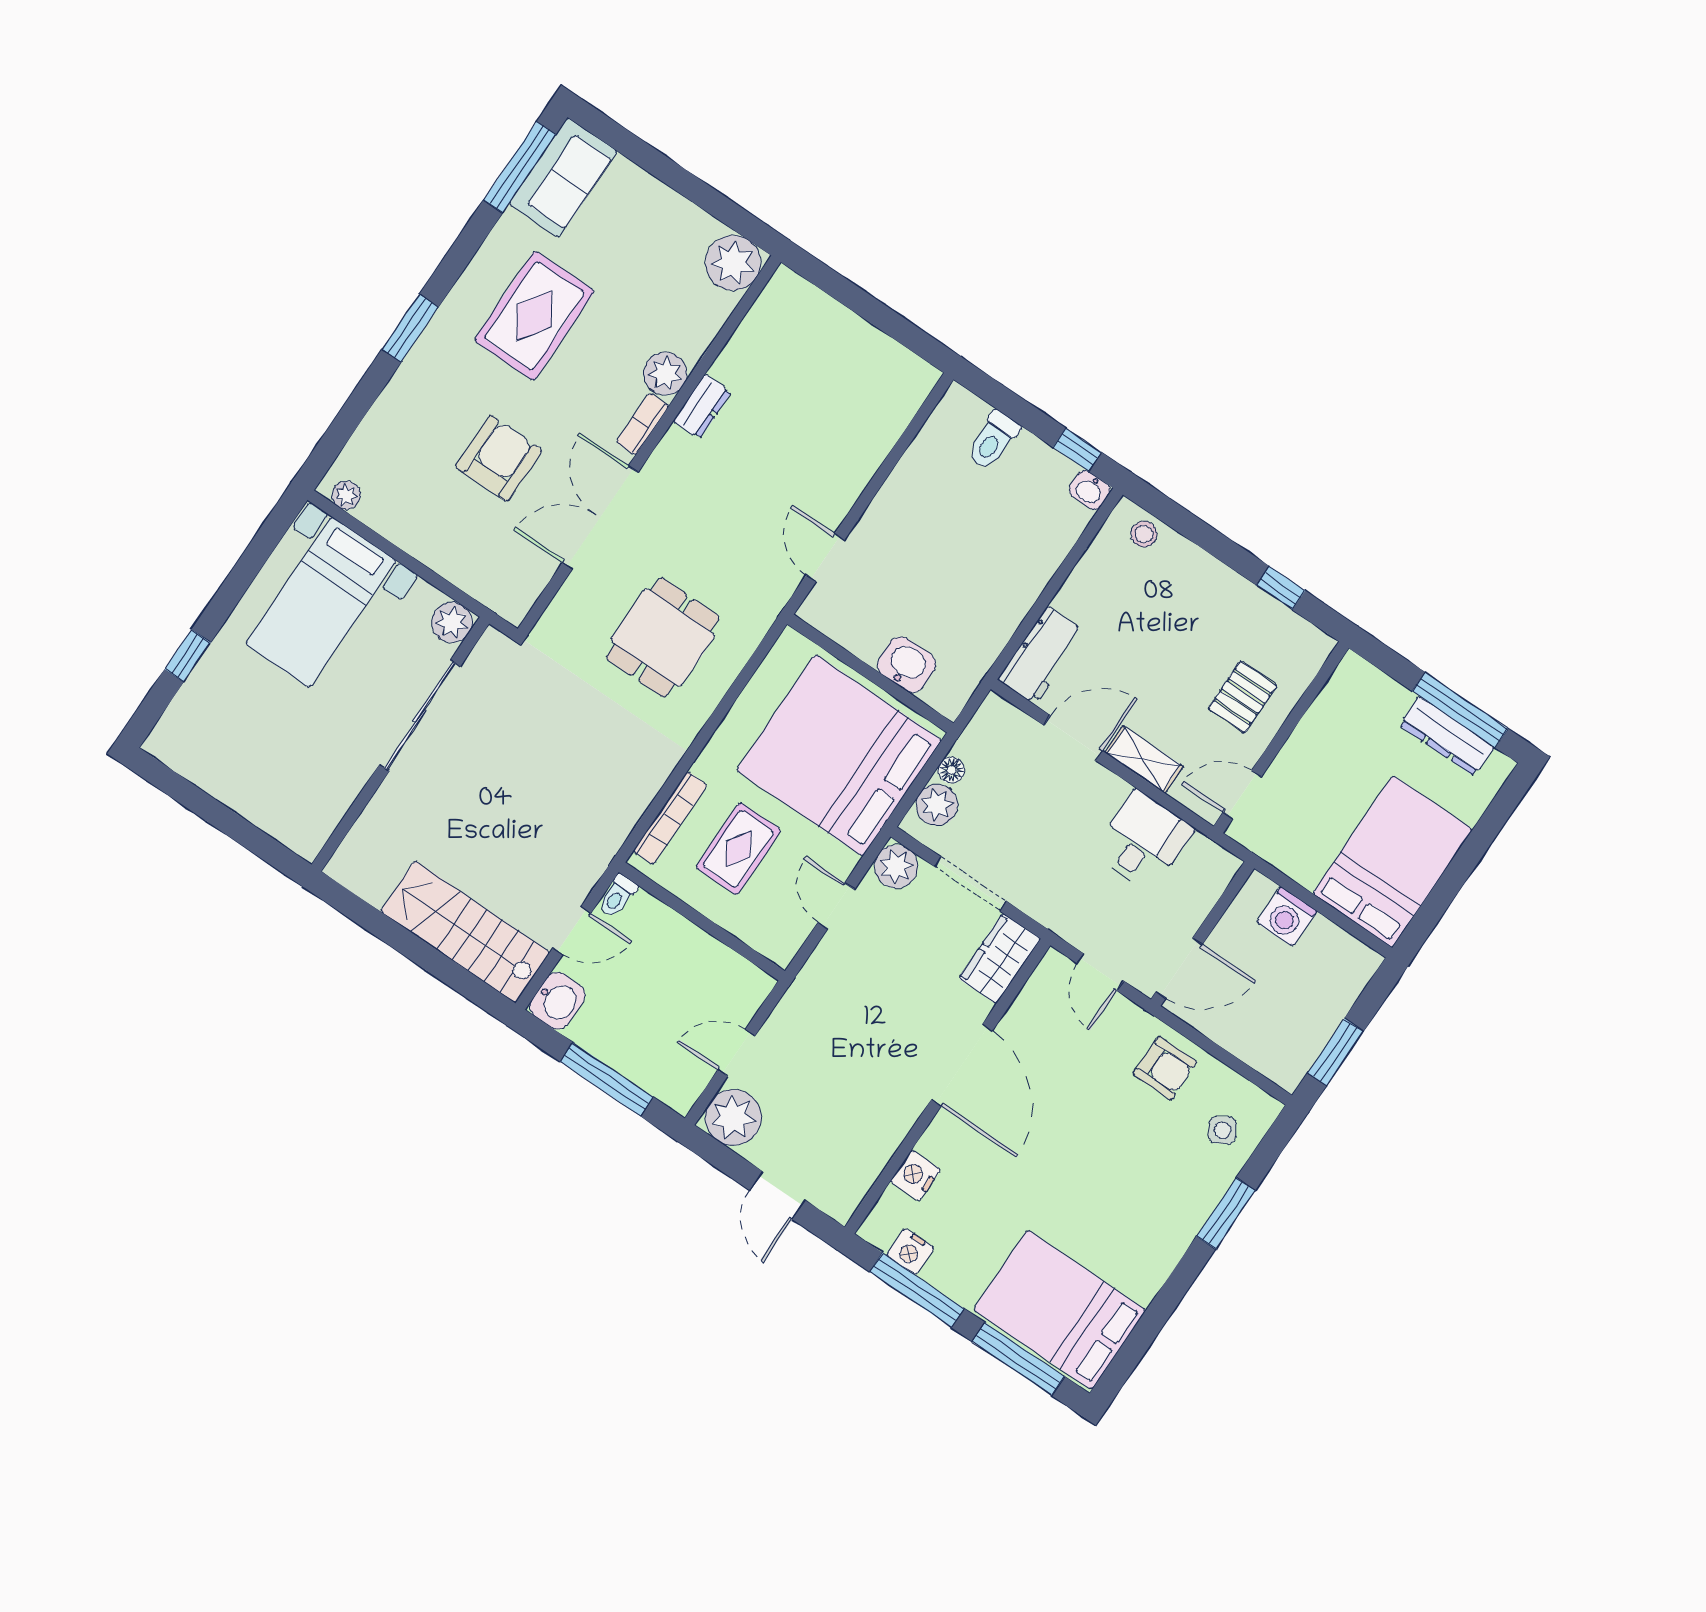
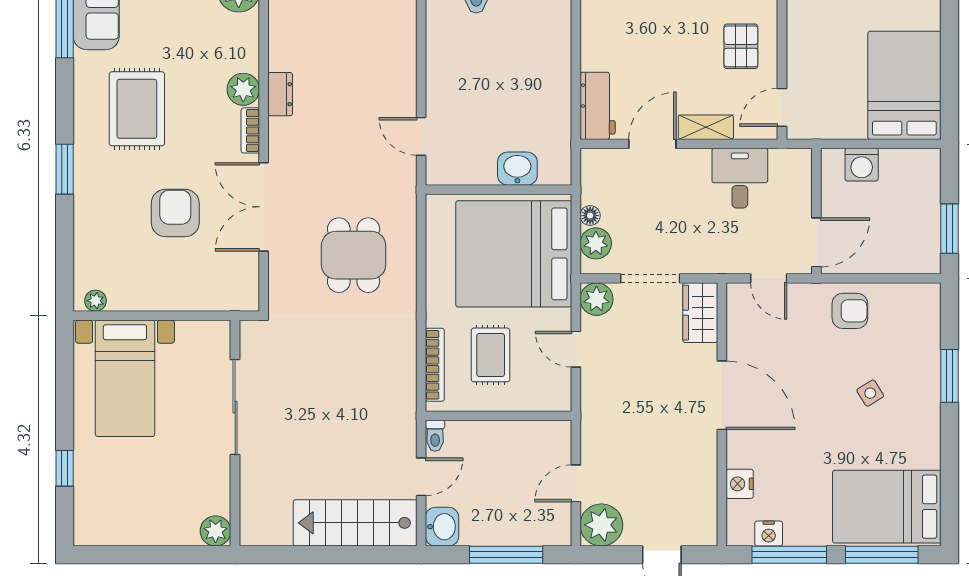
plant: (452, 622) -> (216, 531), moved
side table: (1222, 1130) -> (870, 393), moved

